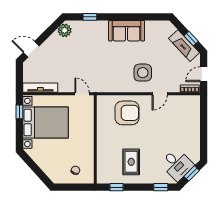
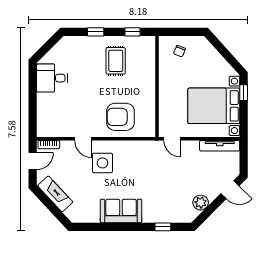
plant: (65, 30) -> (201, 203), moved
window: (191, 38) -> (47, 202), removed
door: (160, 94) -> (83, 139), swing flipped
window: (19, 112) -> (244, 93), moved
desk: (177, 164) -> (52, 78), moved, turned -45
window: (192, 173) -> (46, 47), removed
window: (161, 187) -> (96, 32), moved

